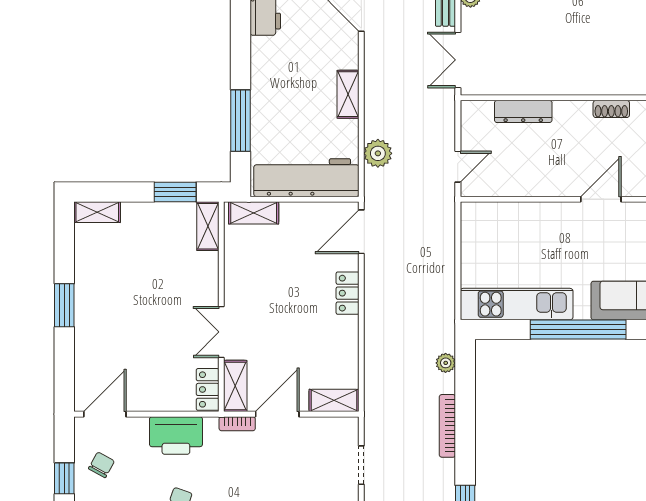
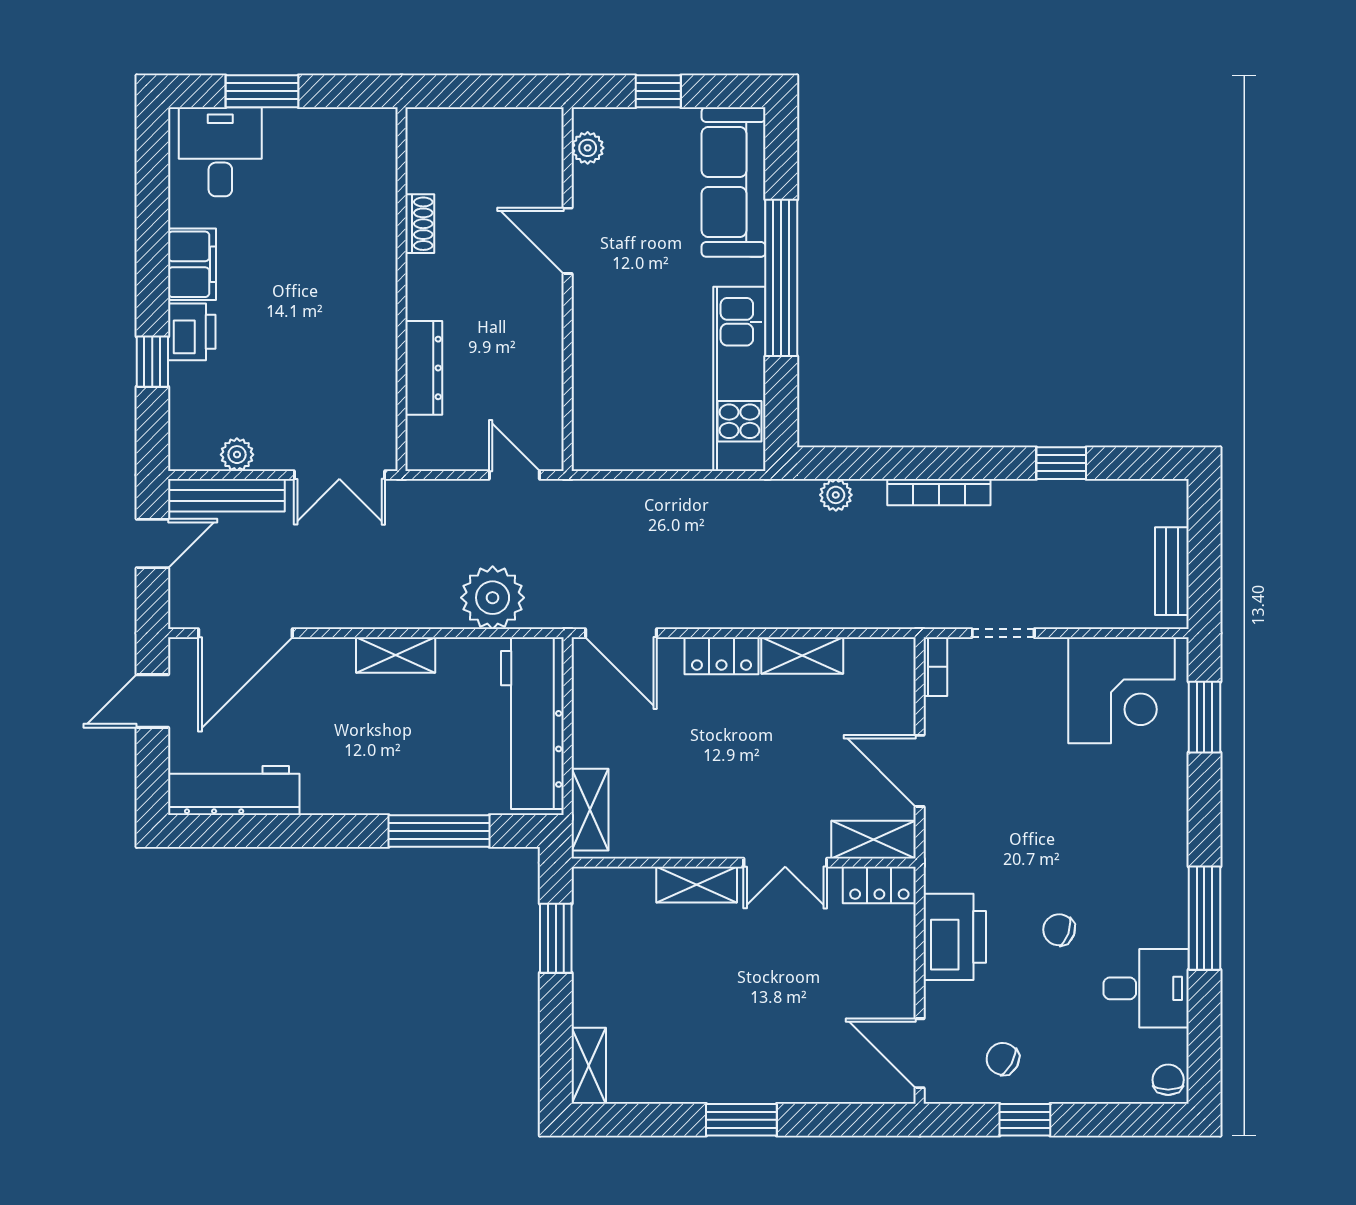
plant: (378, 153) -> (493, 598), width x1.36, depth x1.36
shelving: (208, 226) -> (697, 885), moved
shelving: (334, 400) -> (802, 656), moved, turned 90
bookcase: (237, 424) -> (935, 667), moved

